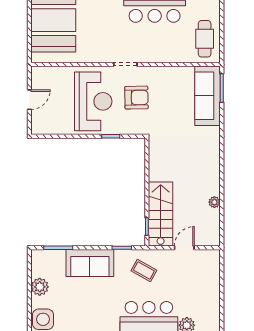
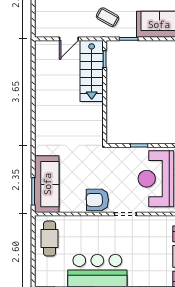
armchair: (136, 98) -> (97, 200), moved
plant: (214, 202) -> (40, 82), removed

